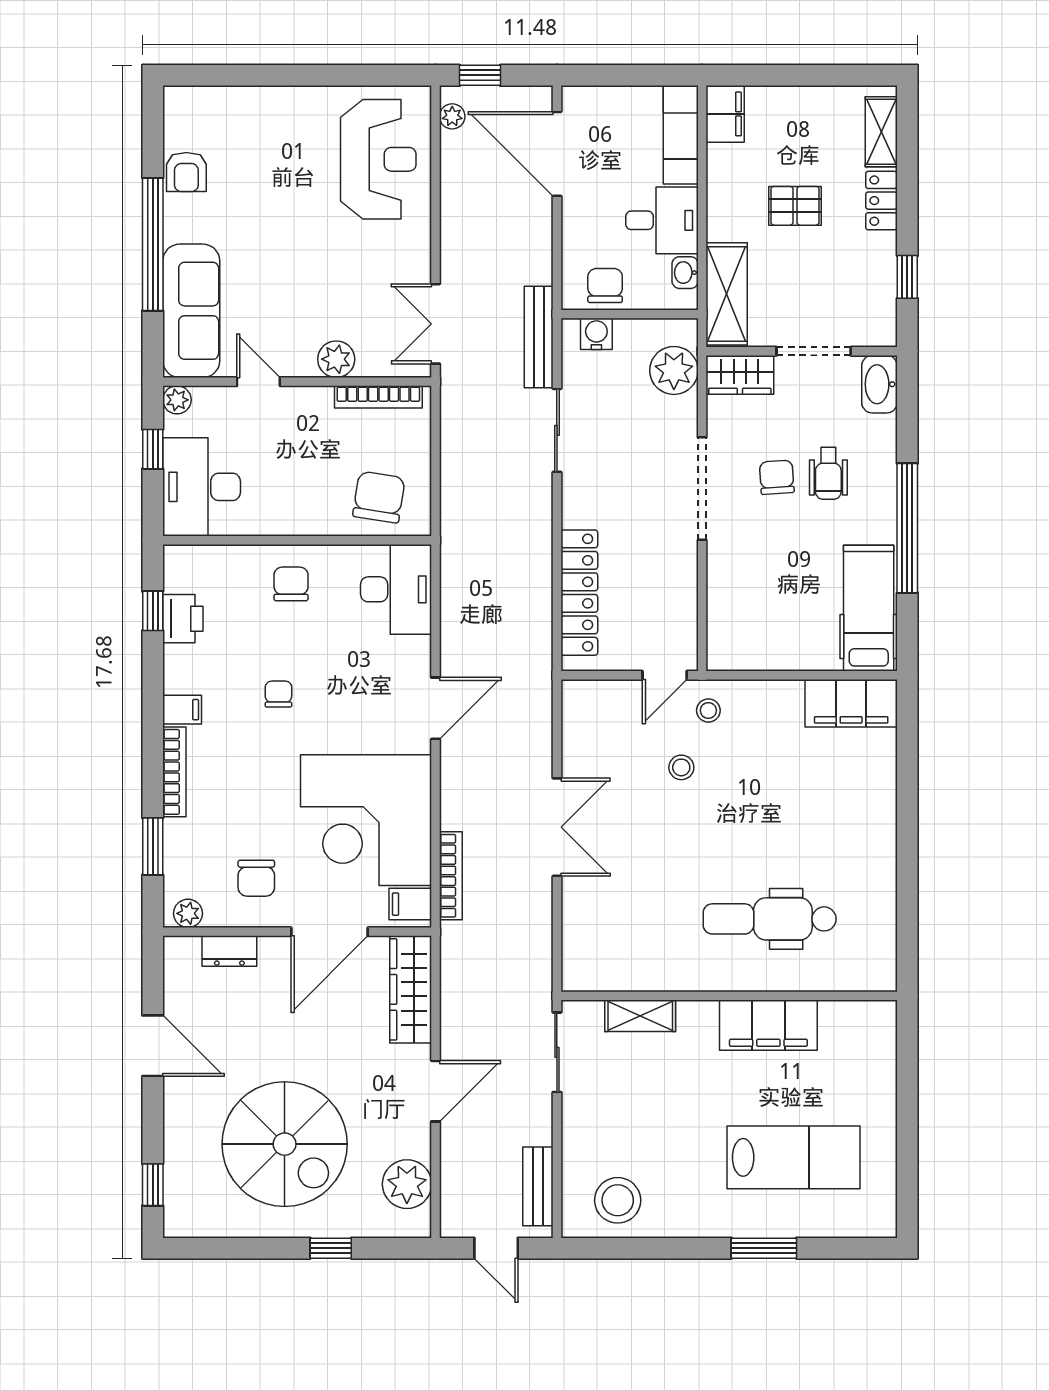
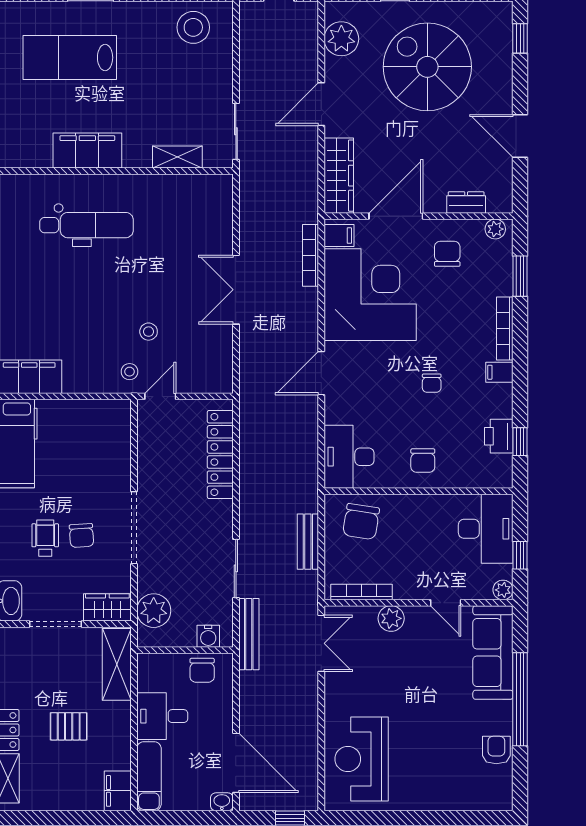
plant: (452, 116) -> (310, 789), removed
washbasin: (685, 273) -> (222, 802), moved, turned -90
bench: (538, 1186) -> (308, 542), moved

